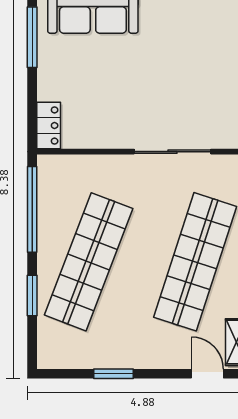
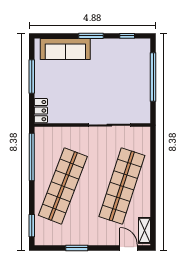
window: (32, 37) -> (32, 76), moved
window: (32, 296) -> (32, 226), moved

